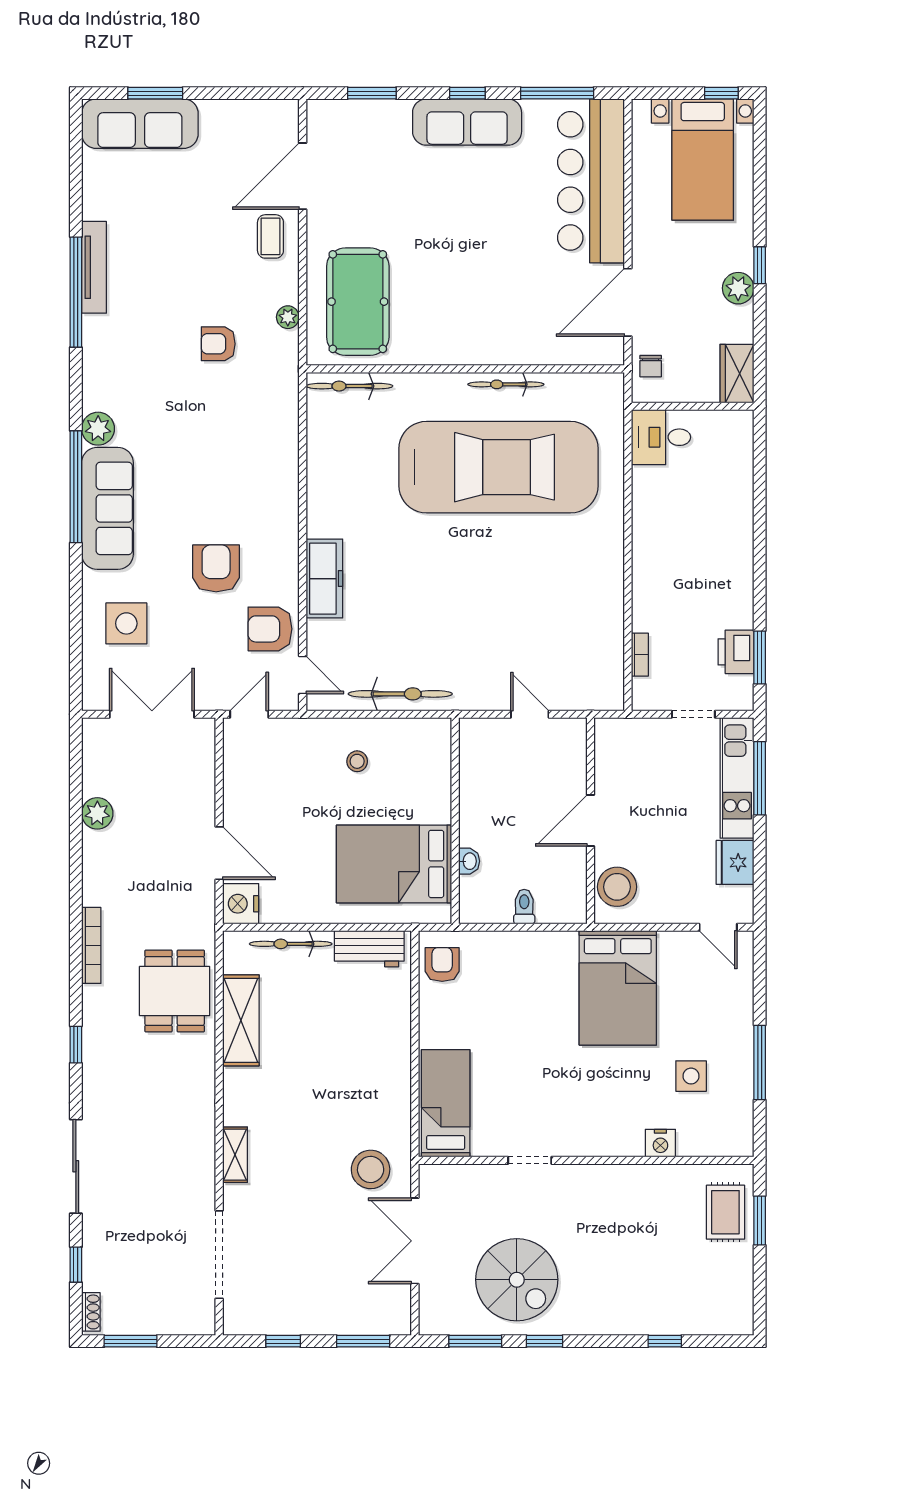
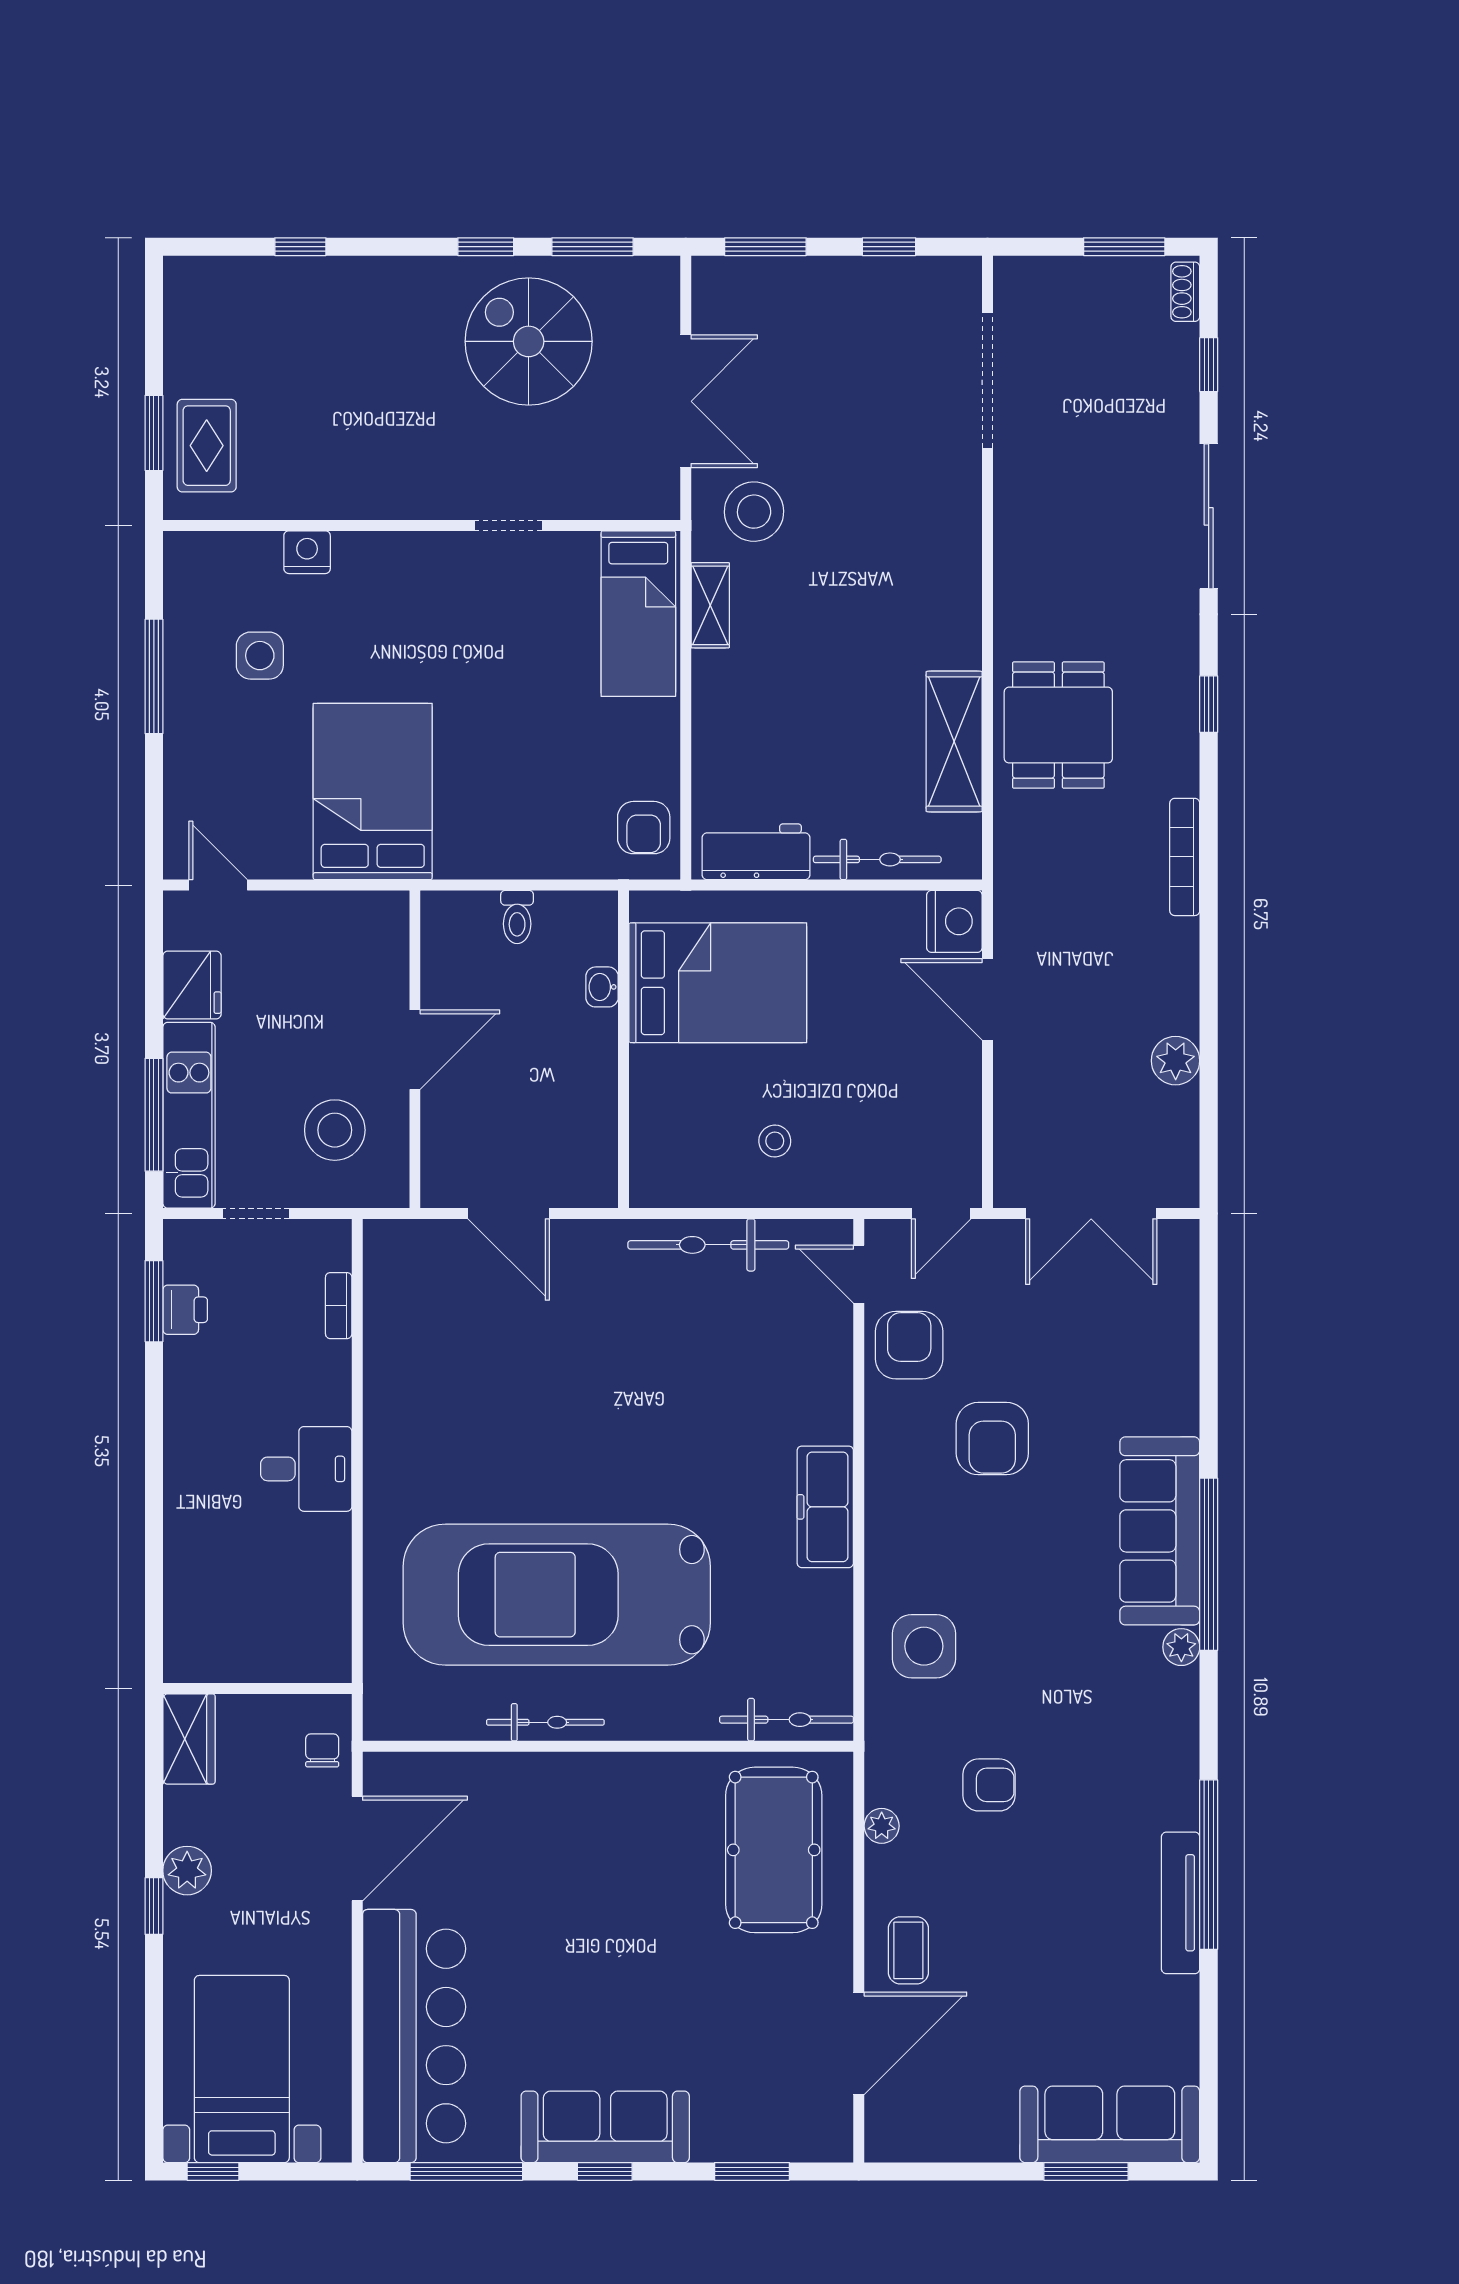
plant: (98, 429) -> (1181, 1647), width x0.73, depth x0.73
desk: (661, 437) -> (306, 1469), moved
freezer: (324, 579) -> (825, 1507), moved
side table: (126, 623) -> (924, 1646), moved
armchair: (270, 629) -> (909, 1345), turned -90
printer: (736, 652) -> (185, 1310), width x0.73, depth x0.81
door: (530, 714) -> (509, 1213), width x1.38
stool: (617, 887) -> (335, 1130), moved
dining table: (175, 991) -> (1058, 725), moved
shelving: (235, 1155) -> (710, 605), moved

